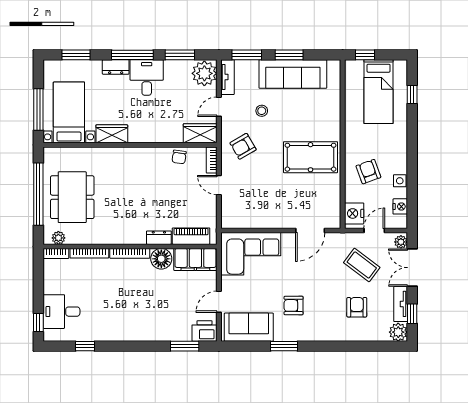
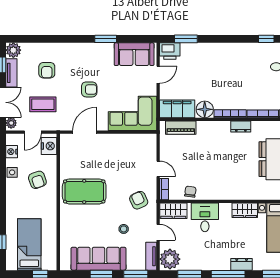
desk: (147, 77) -> (205, 217), moved, turned 180
door: (219, 107) -> (158, 232), hinge flipped
armchair: (243, 146) -> (139, 200), turned -85
dresser: (159, 238) -> (241, 126), moved
coffee table: (362, 265) -> (43, 104), turned -37
armchair: (294, 305) -> (89, 89), moved

